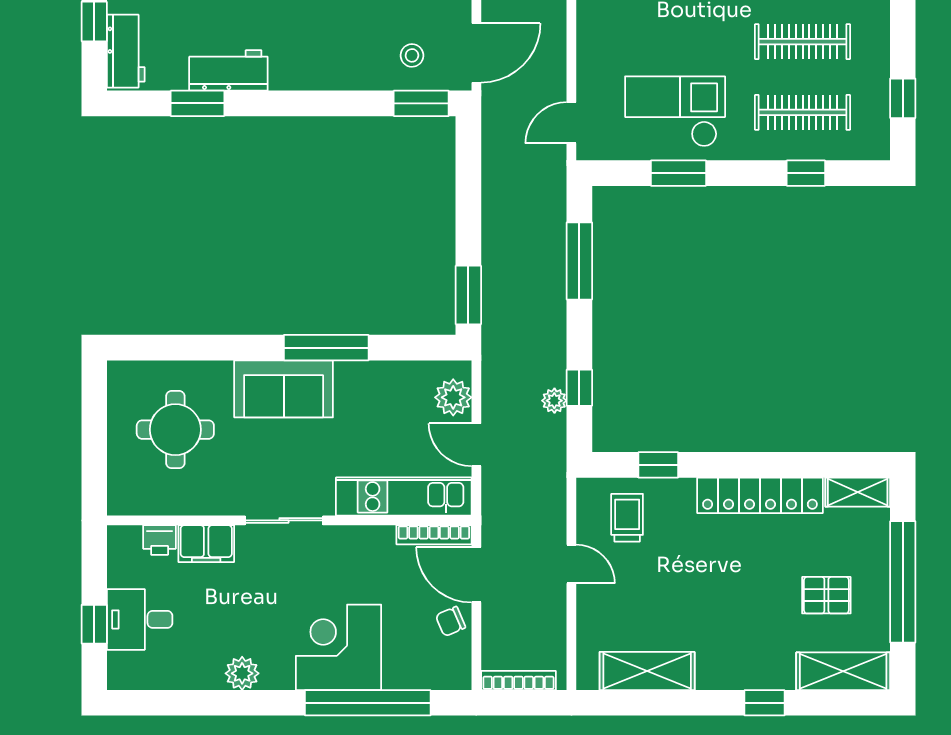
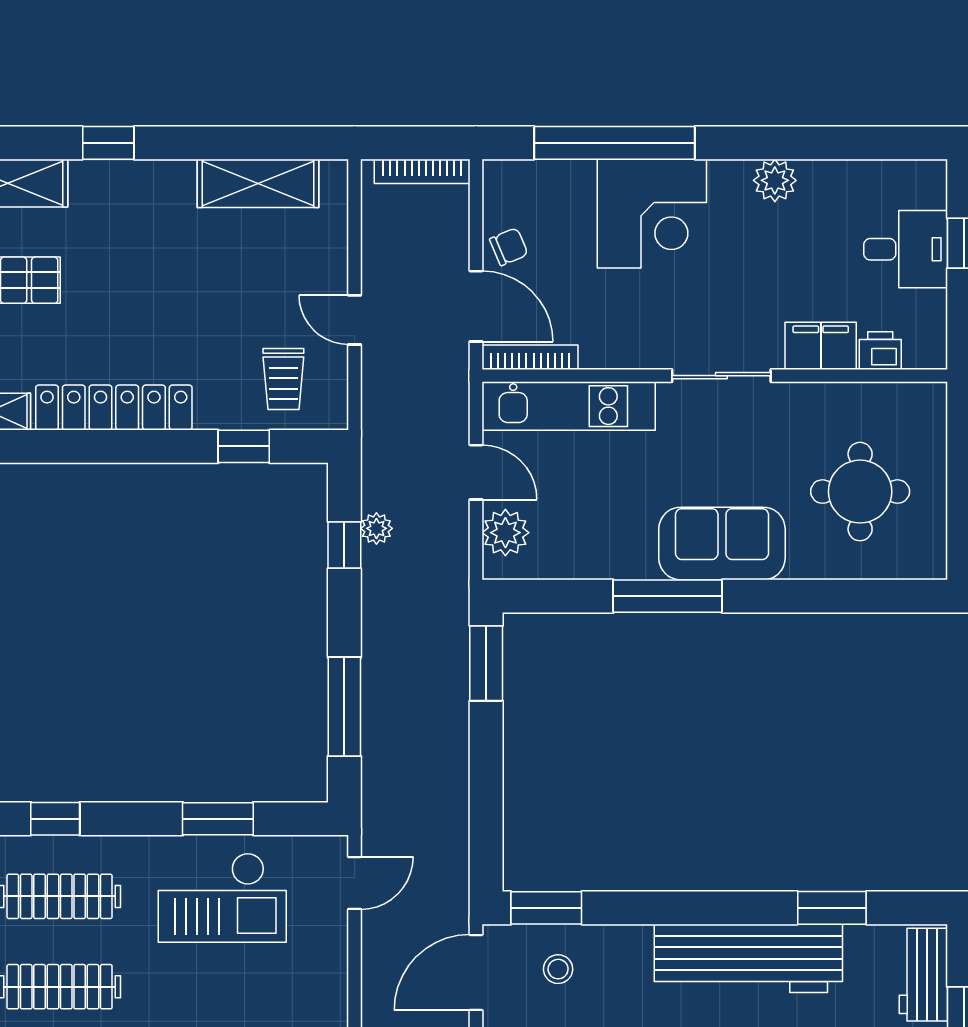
workbench: (228, 70) -> (748, 958), width x1.88, depth x1.32

